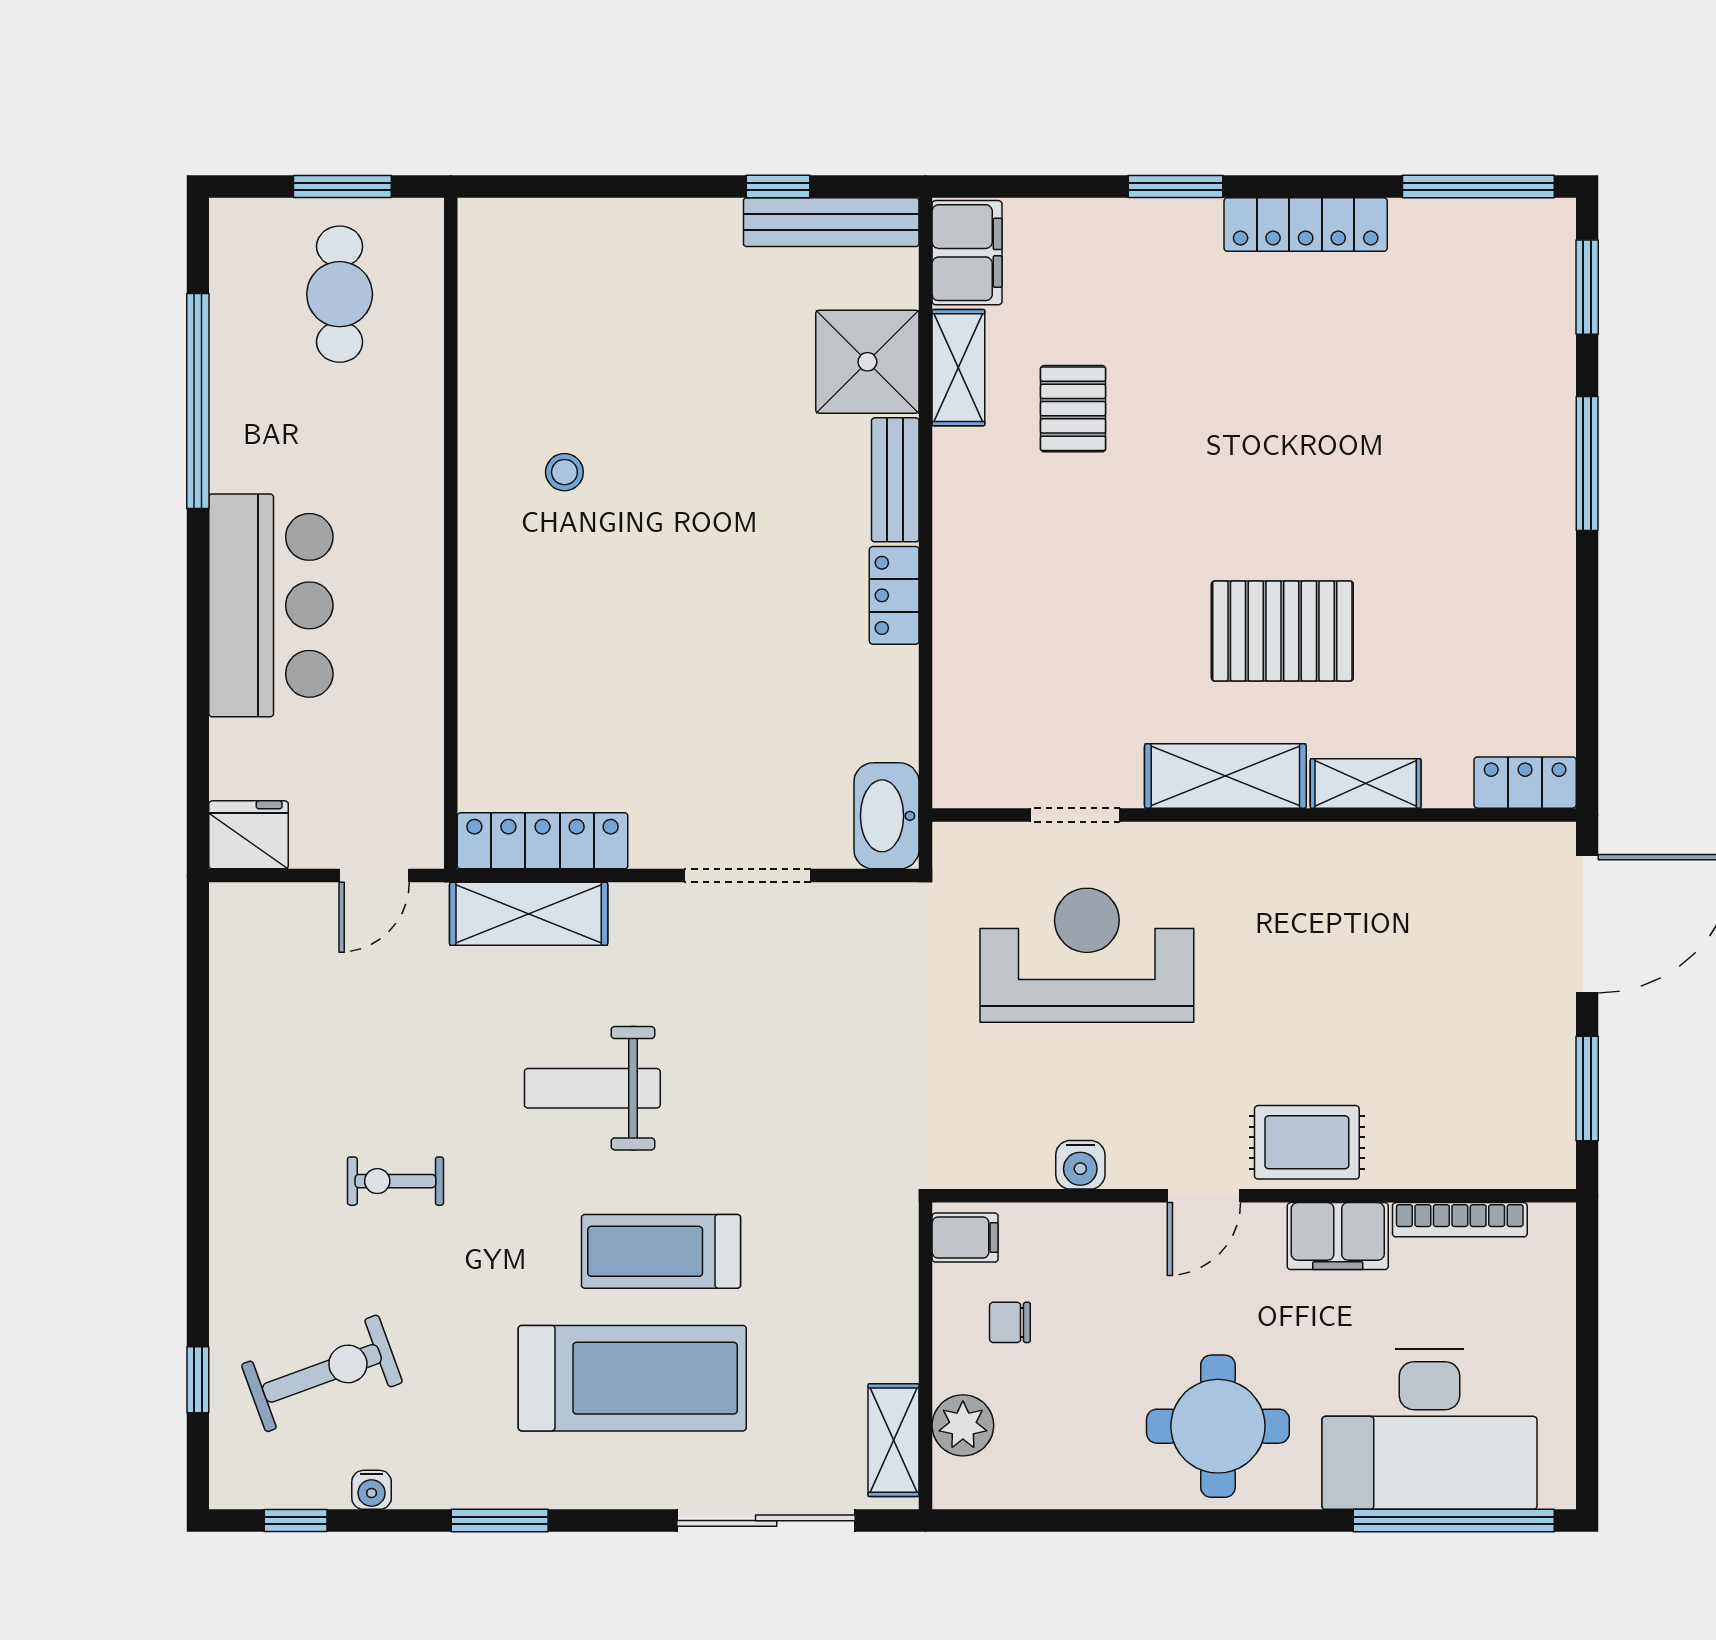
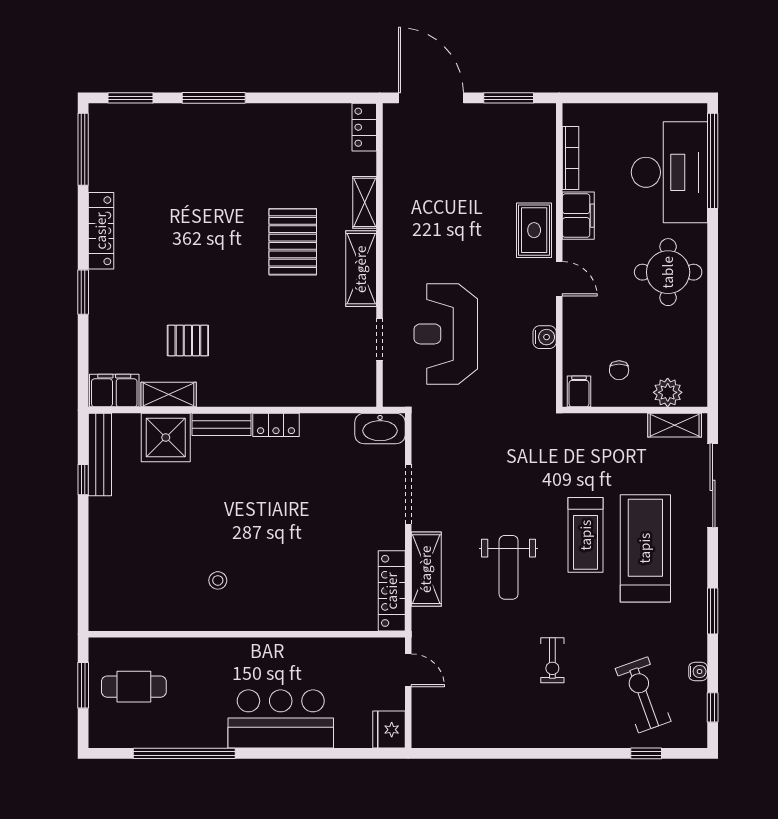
shelving: (529, 914) -> (426, 569), moved

